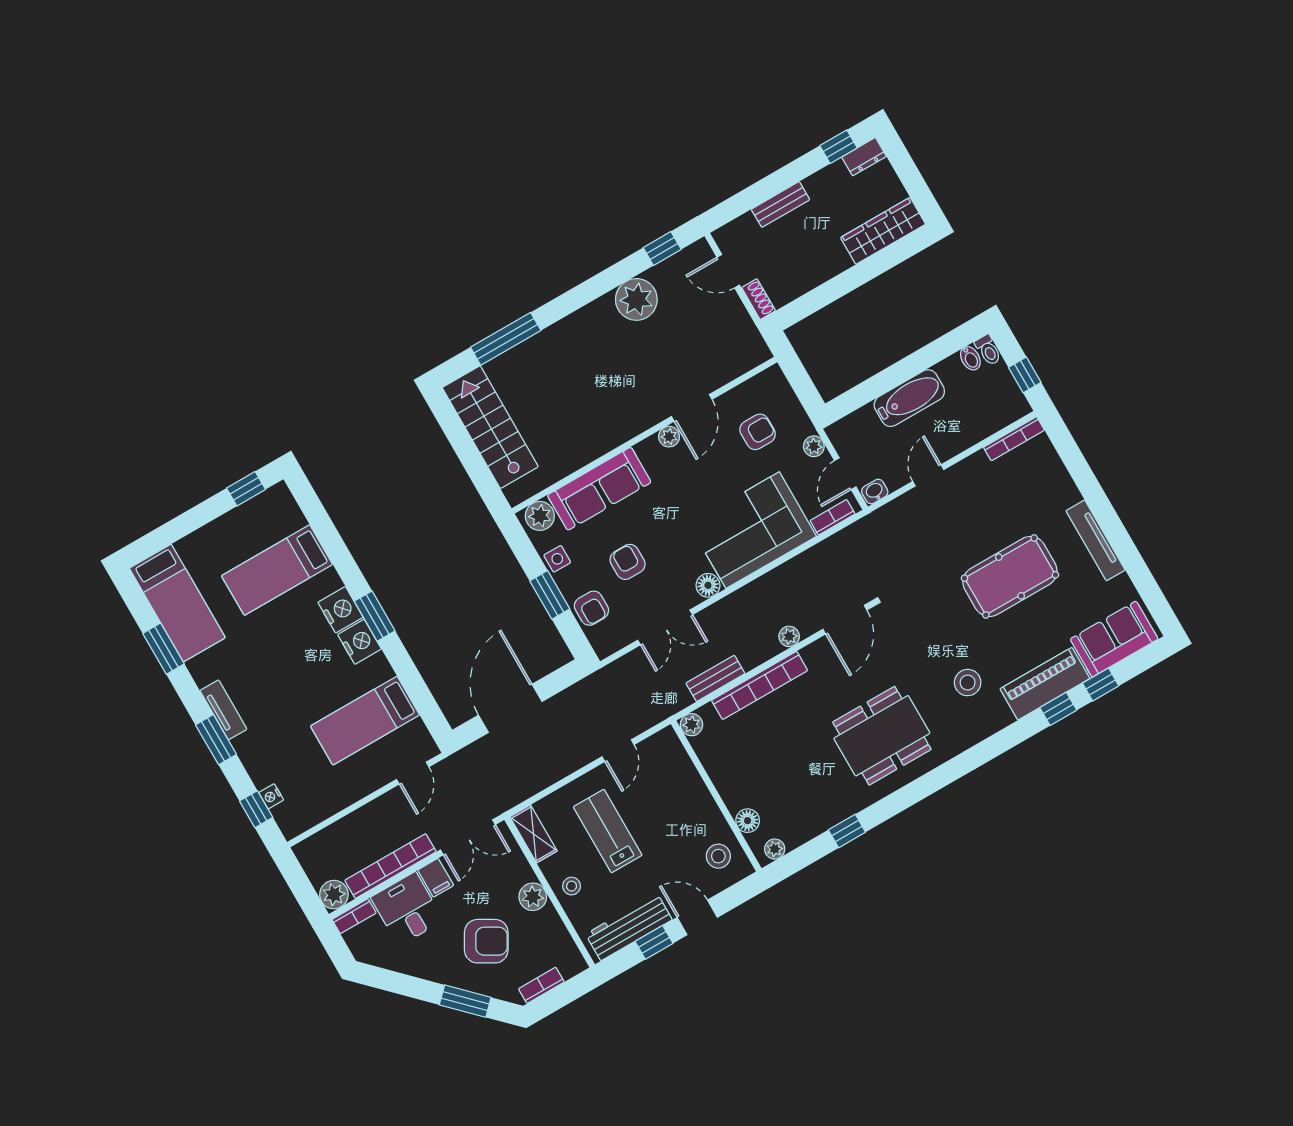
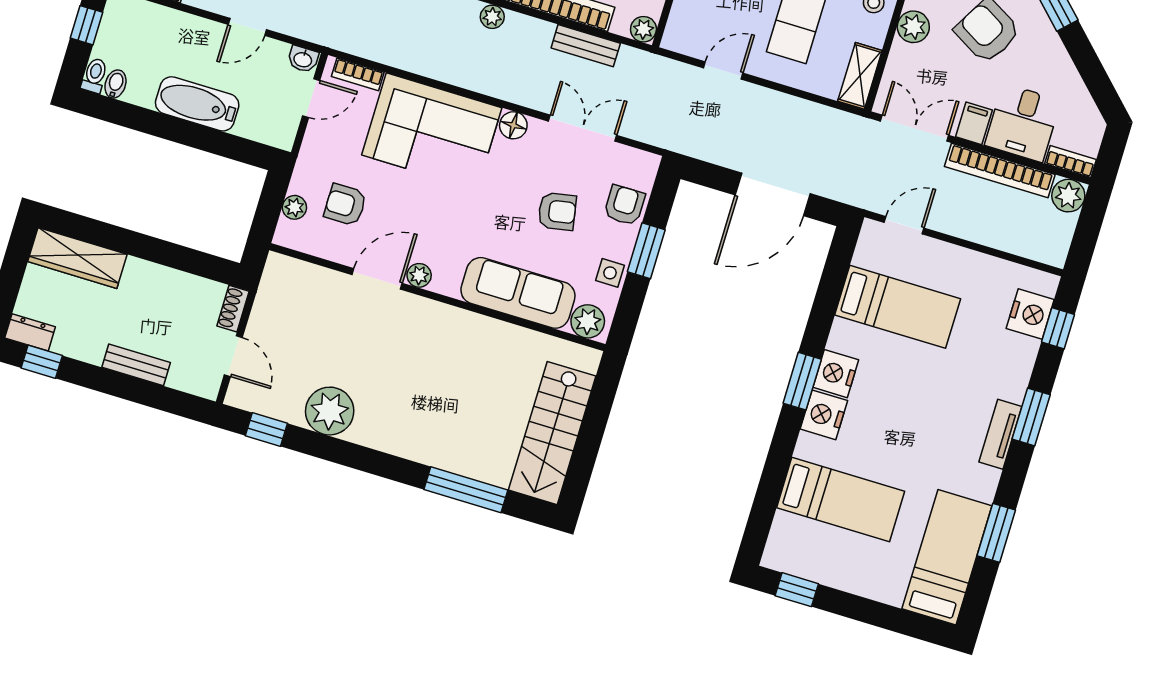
plant: (814, 446) -> (294, 207), moved
armchair: (628, 562) -> (557, 211), turned -100
nightstand: (271, 796) -> (1030, 314), width x1.89, depth x1.79

